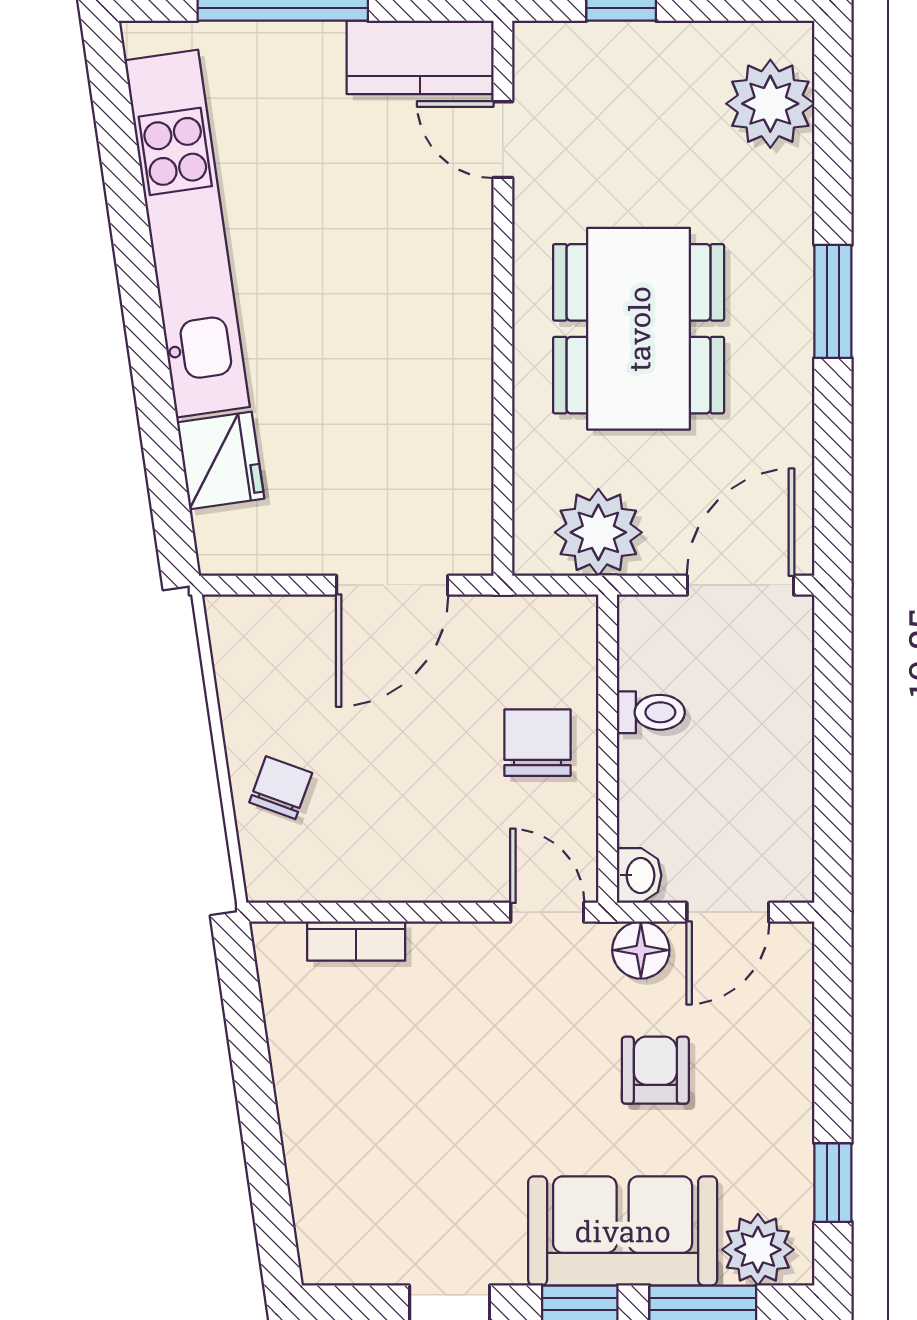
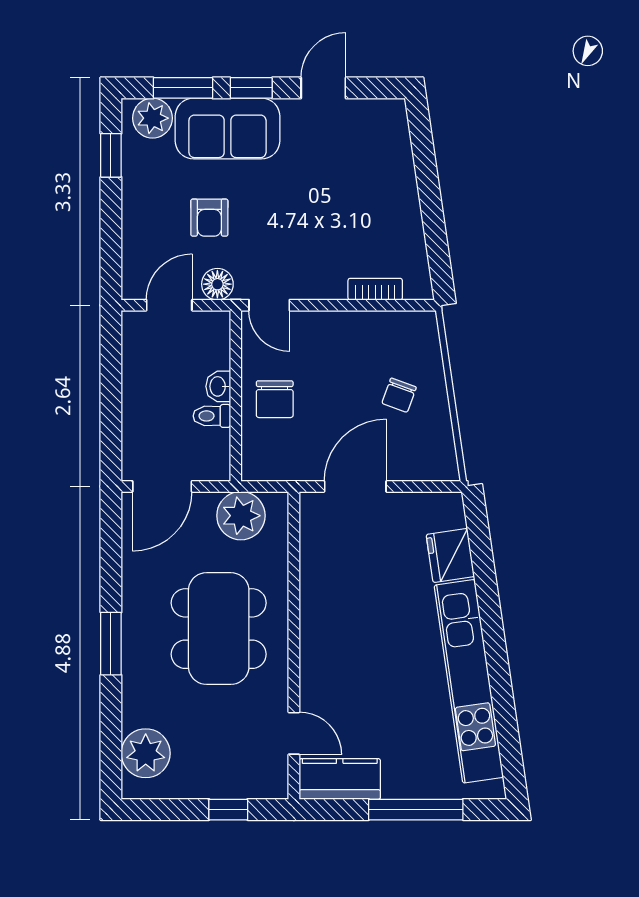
chair: (281, 788) -> (399, 395), moved
washbasin: (639, 875) -> (218, 386), moved

